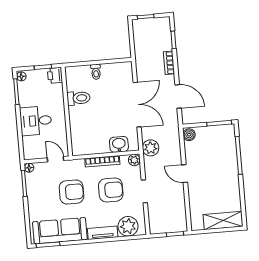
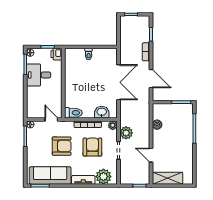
toilet: (79, 98) -> (73, 113), moved
desk: (36, 121) -> (39, 75), moved
boiler: (189, 135) -> (157, 125), moved
plant: (151, 148) -> (126, 133), moved
door: (185, 174) -> (151, 155), moved
armchair: (111, 190) -> (92, 147), turned -90
shelving: (223, 221) -> (168, 178), moved

